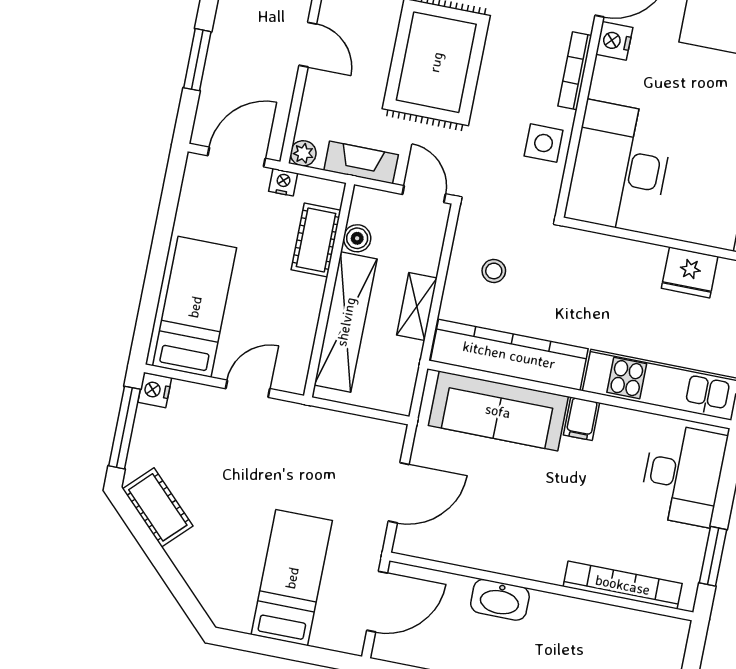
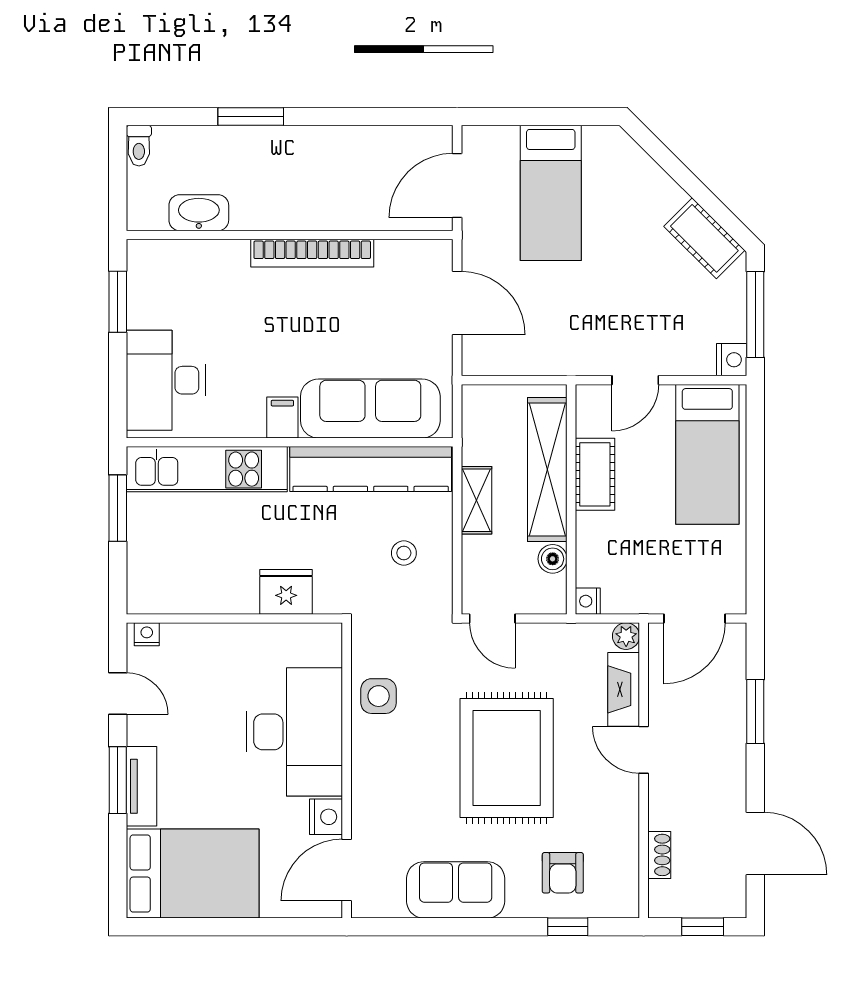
bookcase: (575, 71) -> (361, 778), removed
fireplace: (361, 162) -> (624, 689), moved, turned 90
desk: (620, 167) -> (294, 732), moved
nightstand: (283, 182) -> (588, 601), moved, turned 90
cot: (316, 240) -> (595, 474), moved
fridge: (690, 272) -> (286, 592), moved
door: (399, 493) -> (457, 303), swing flipped
bookcase: (623, 585) -> (312, 253), moved
washbasin: (500, 600) -> (199, 213), moved

